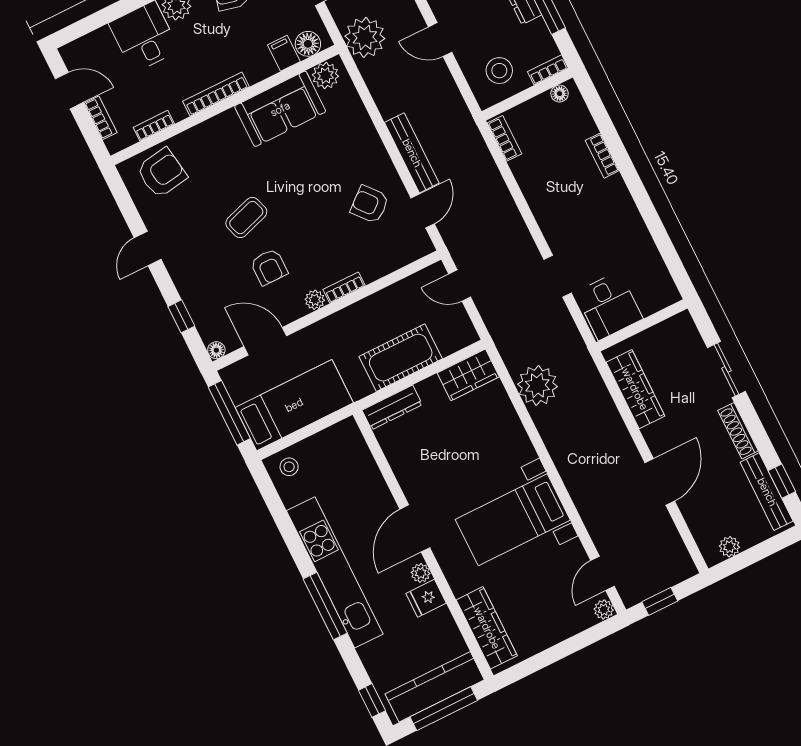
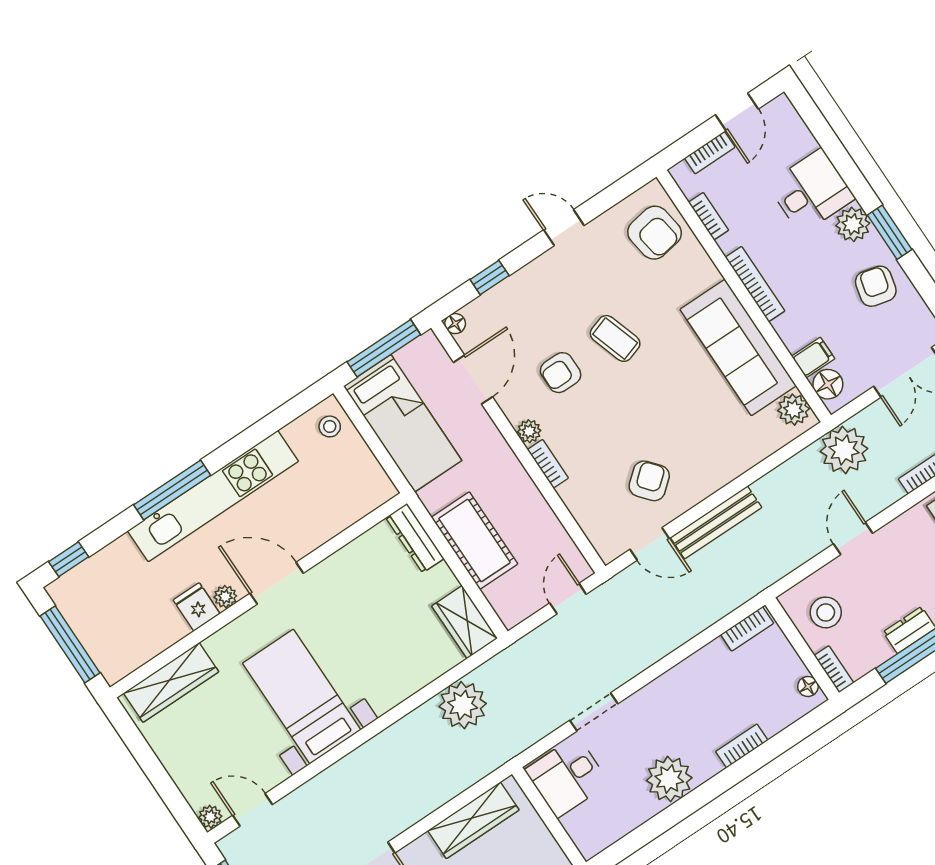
sofa: (280, 109) -> (738, 348), width x1.36
plant: (622, 220) -> (669, 779), added
kitchen counter: (435, 687) -> (94, 631), removed

